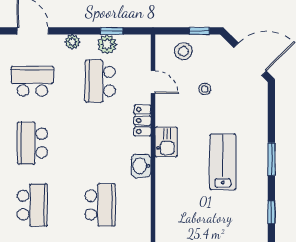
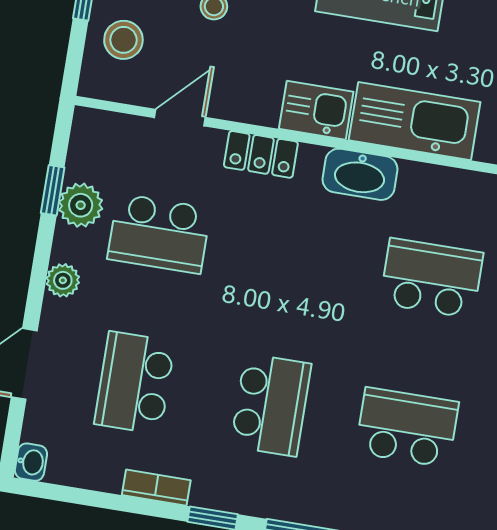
school desk: (32, 143) -> (271, 405), turned -90
washbasin: (141, 166) -> (360, 174), width x1.38
kitchen sink: (169, 186) -> (415, 121), added

